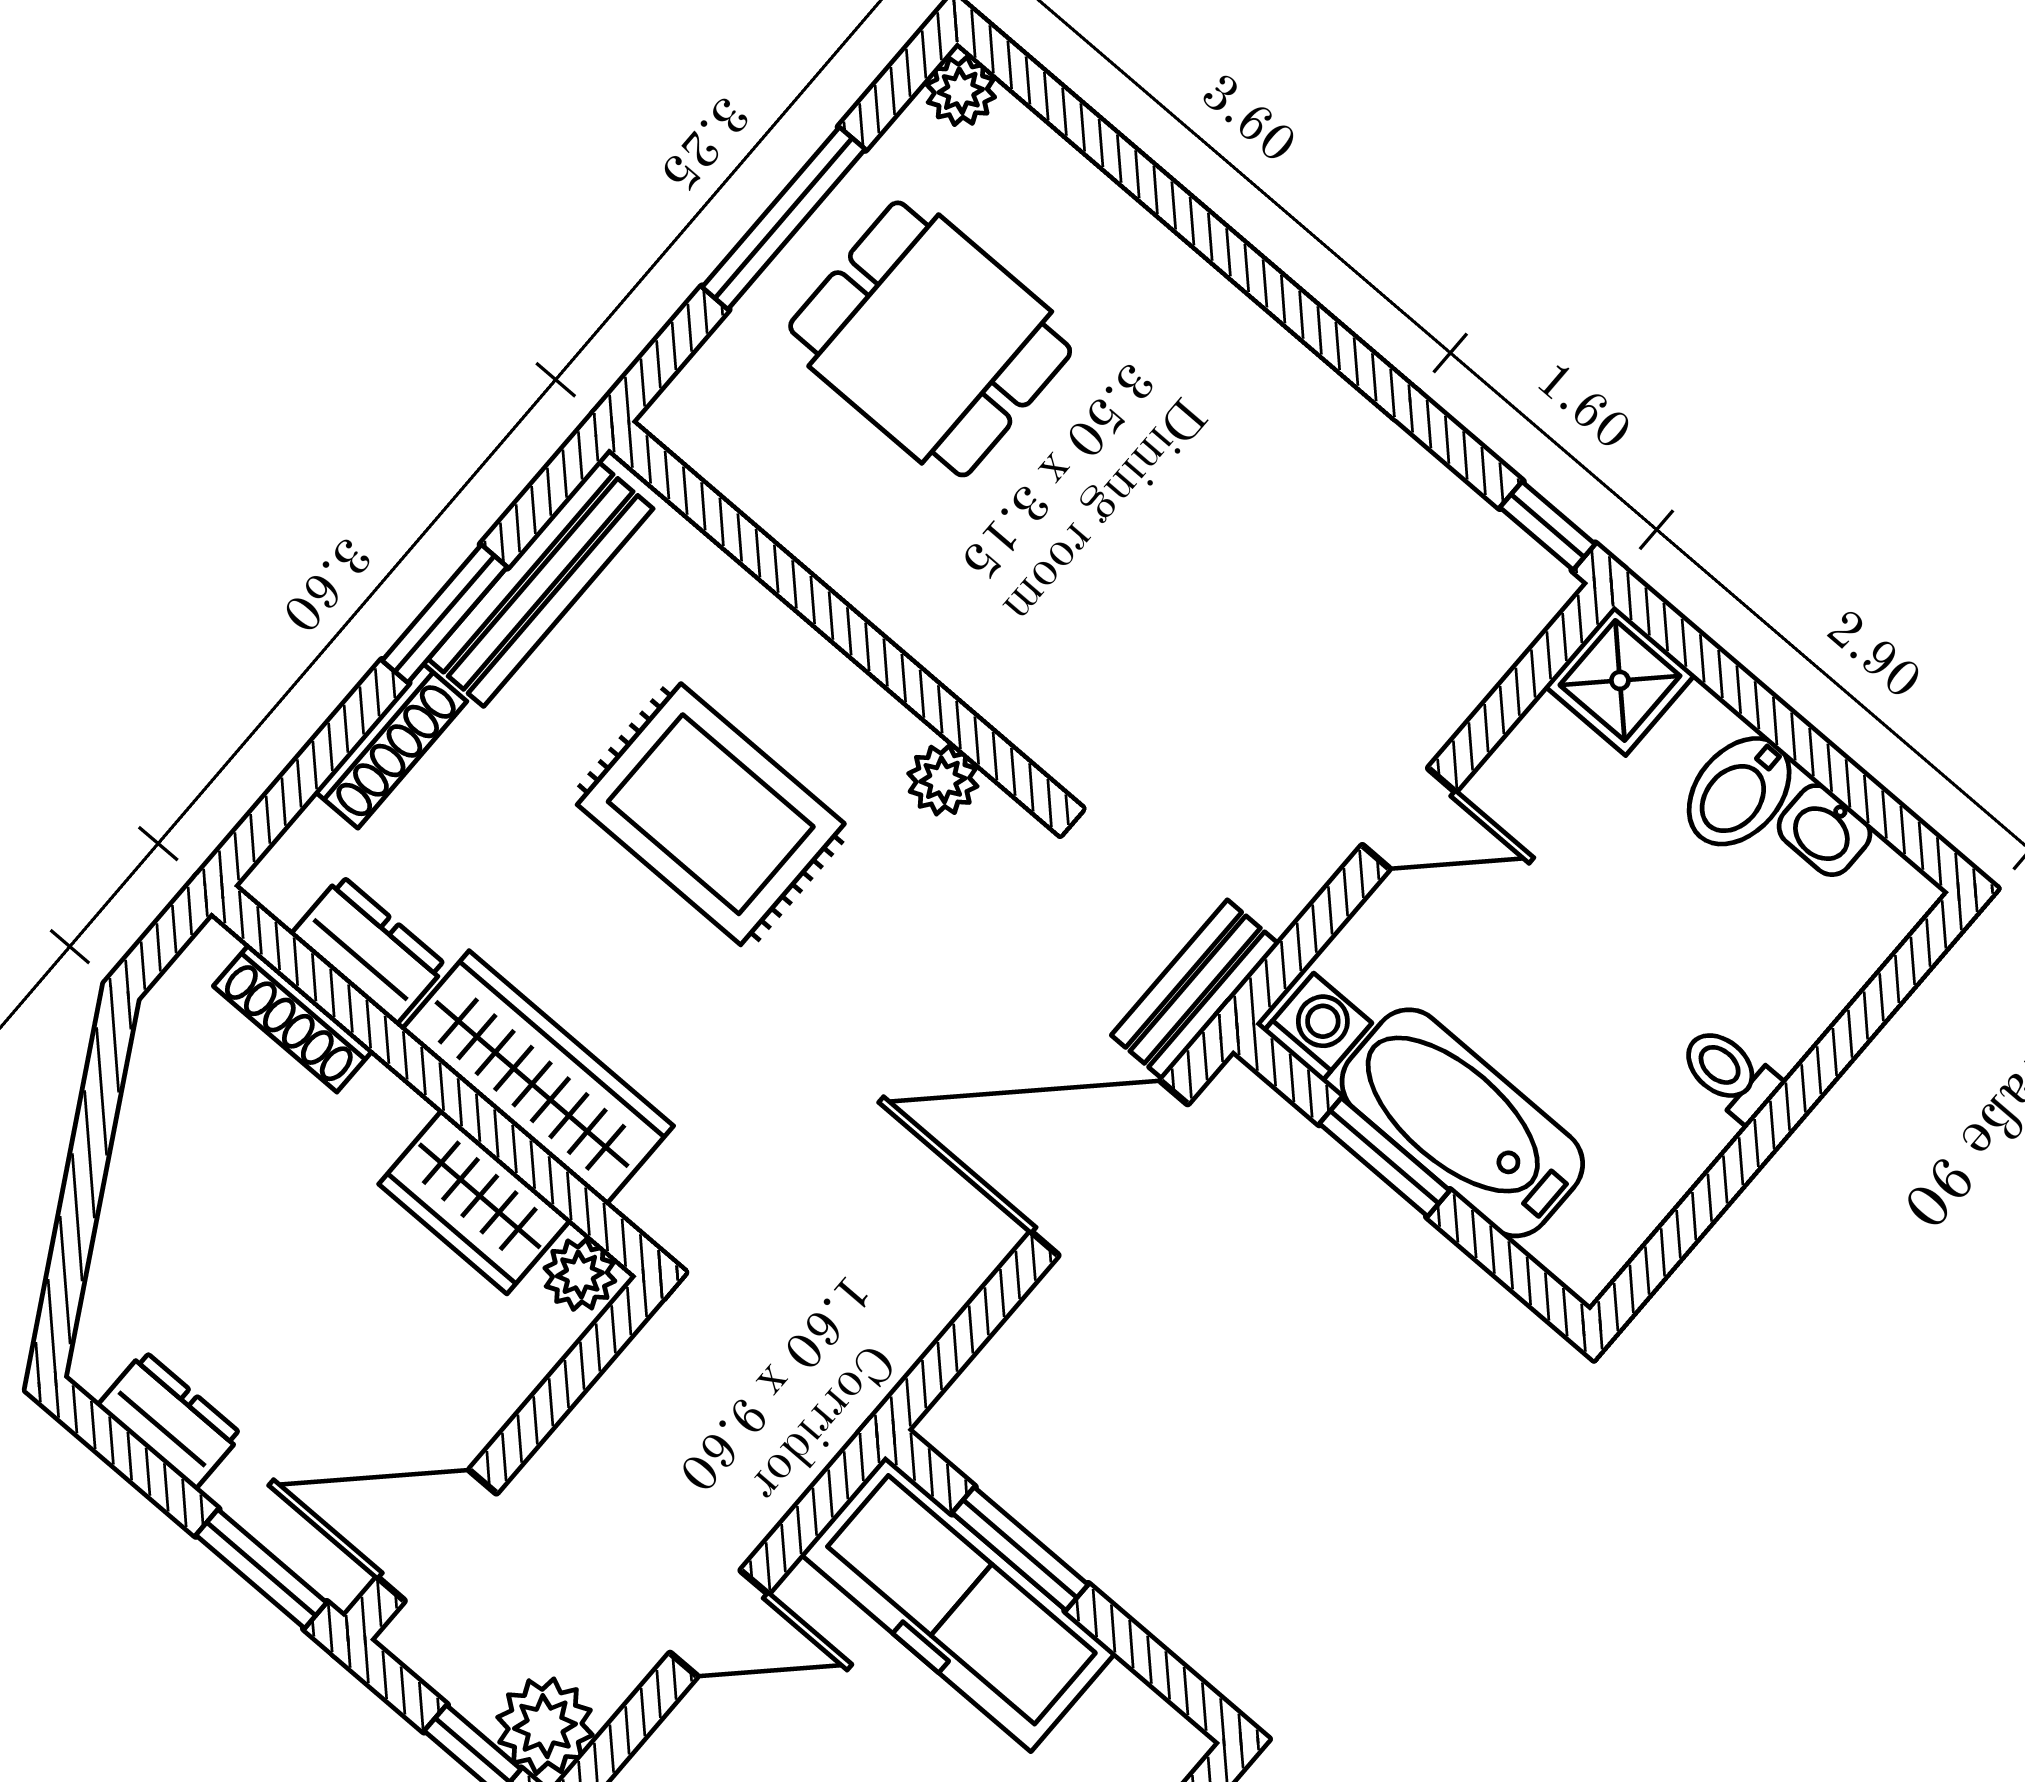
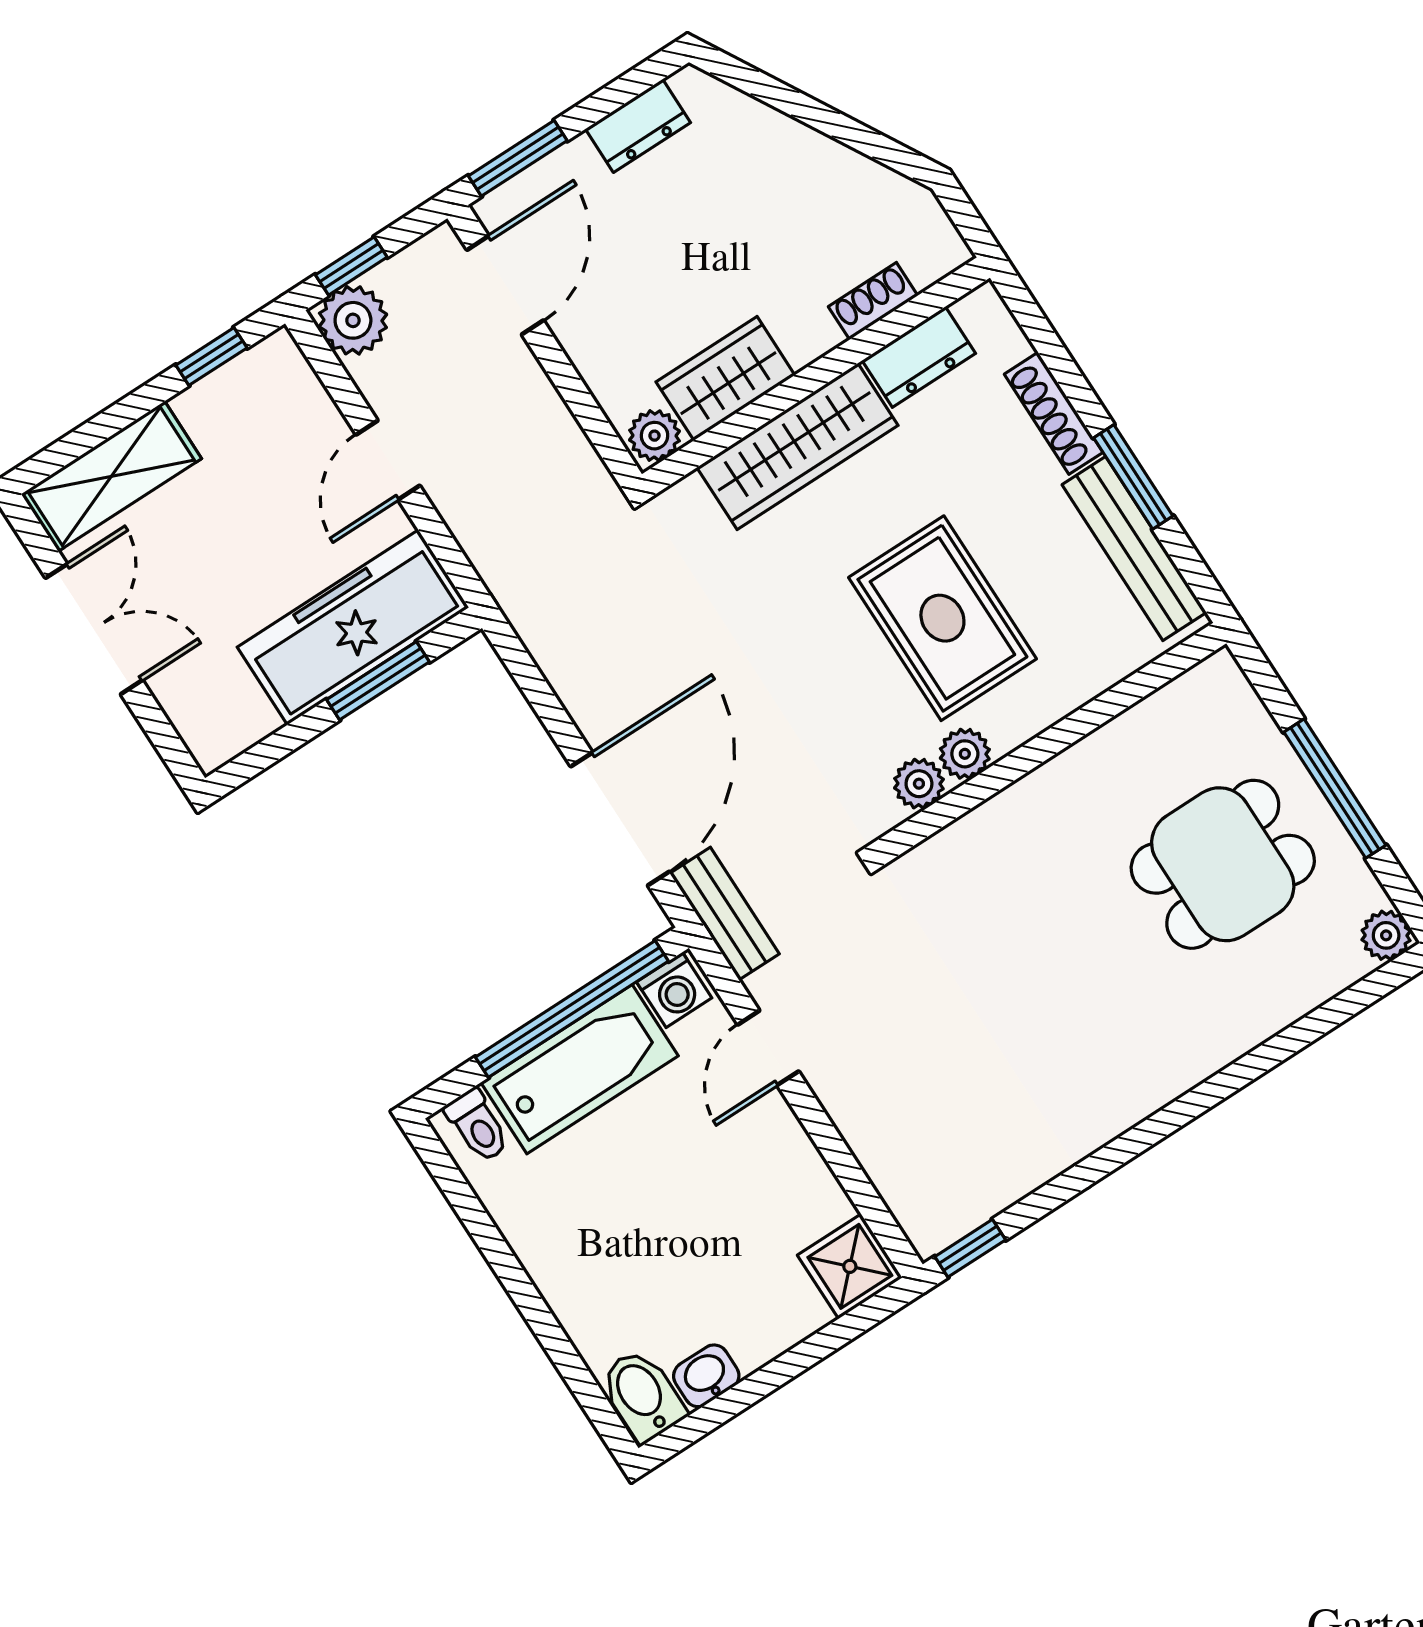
plant: (884, 730) -> (965, 754), added
bidet: (1739, 791) -> (642, 1395), moved
rug: (711, 814) -> (942, 618), turned 90
door: (1409, 819) -> (768, 1048), moved
shoe rack: (293, 1018) -> (873, 301), width x0.70
toilet: (1730, 1074) -> (478, 1126), moved, turned 90
window: (1385, 1157) -> (572, 1009), width x2.11

